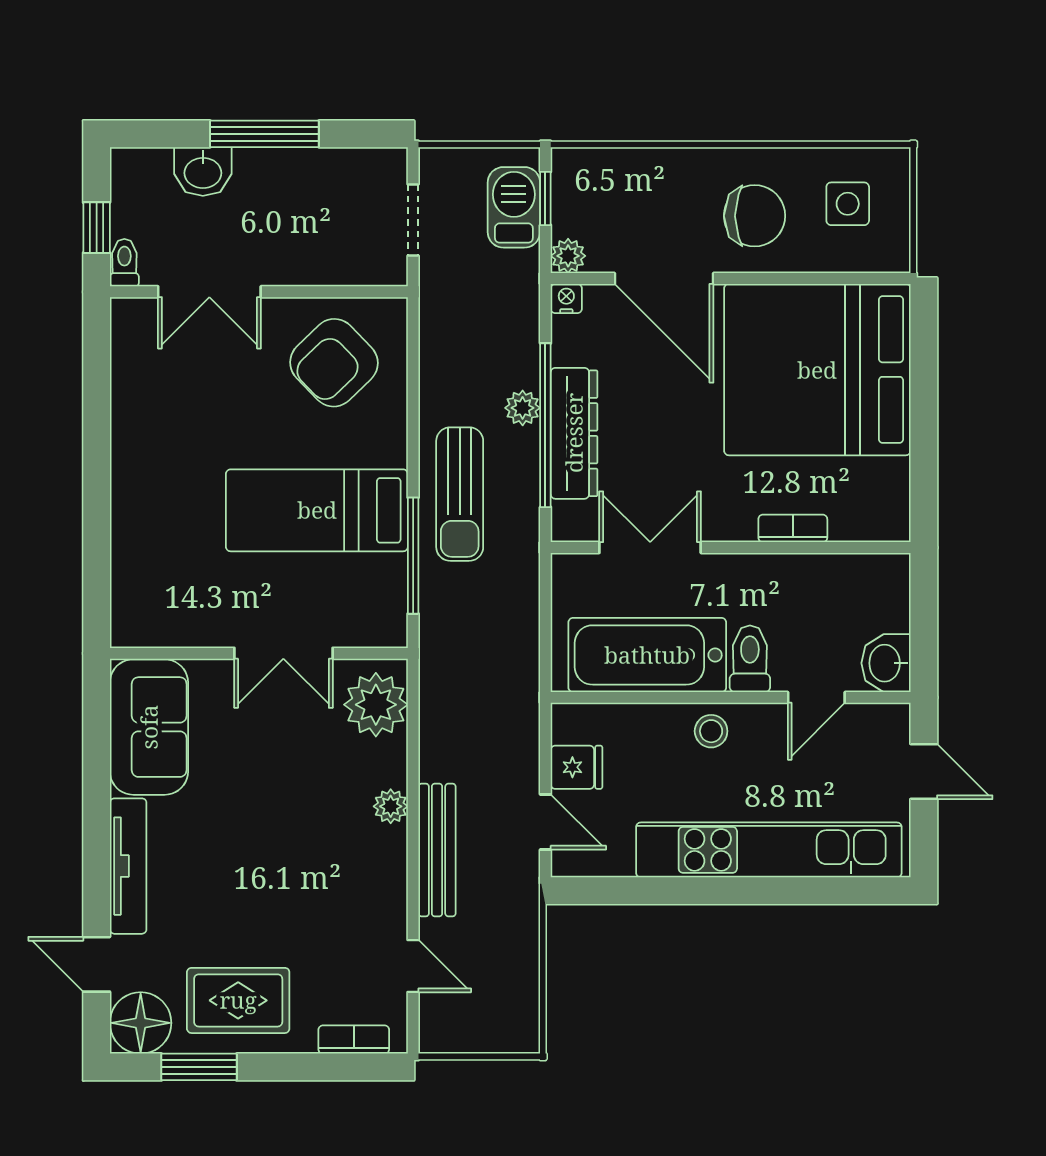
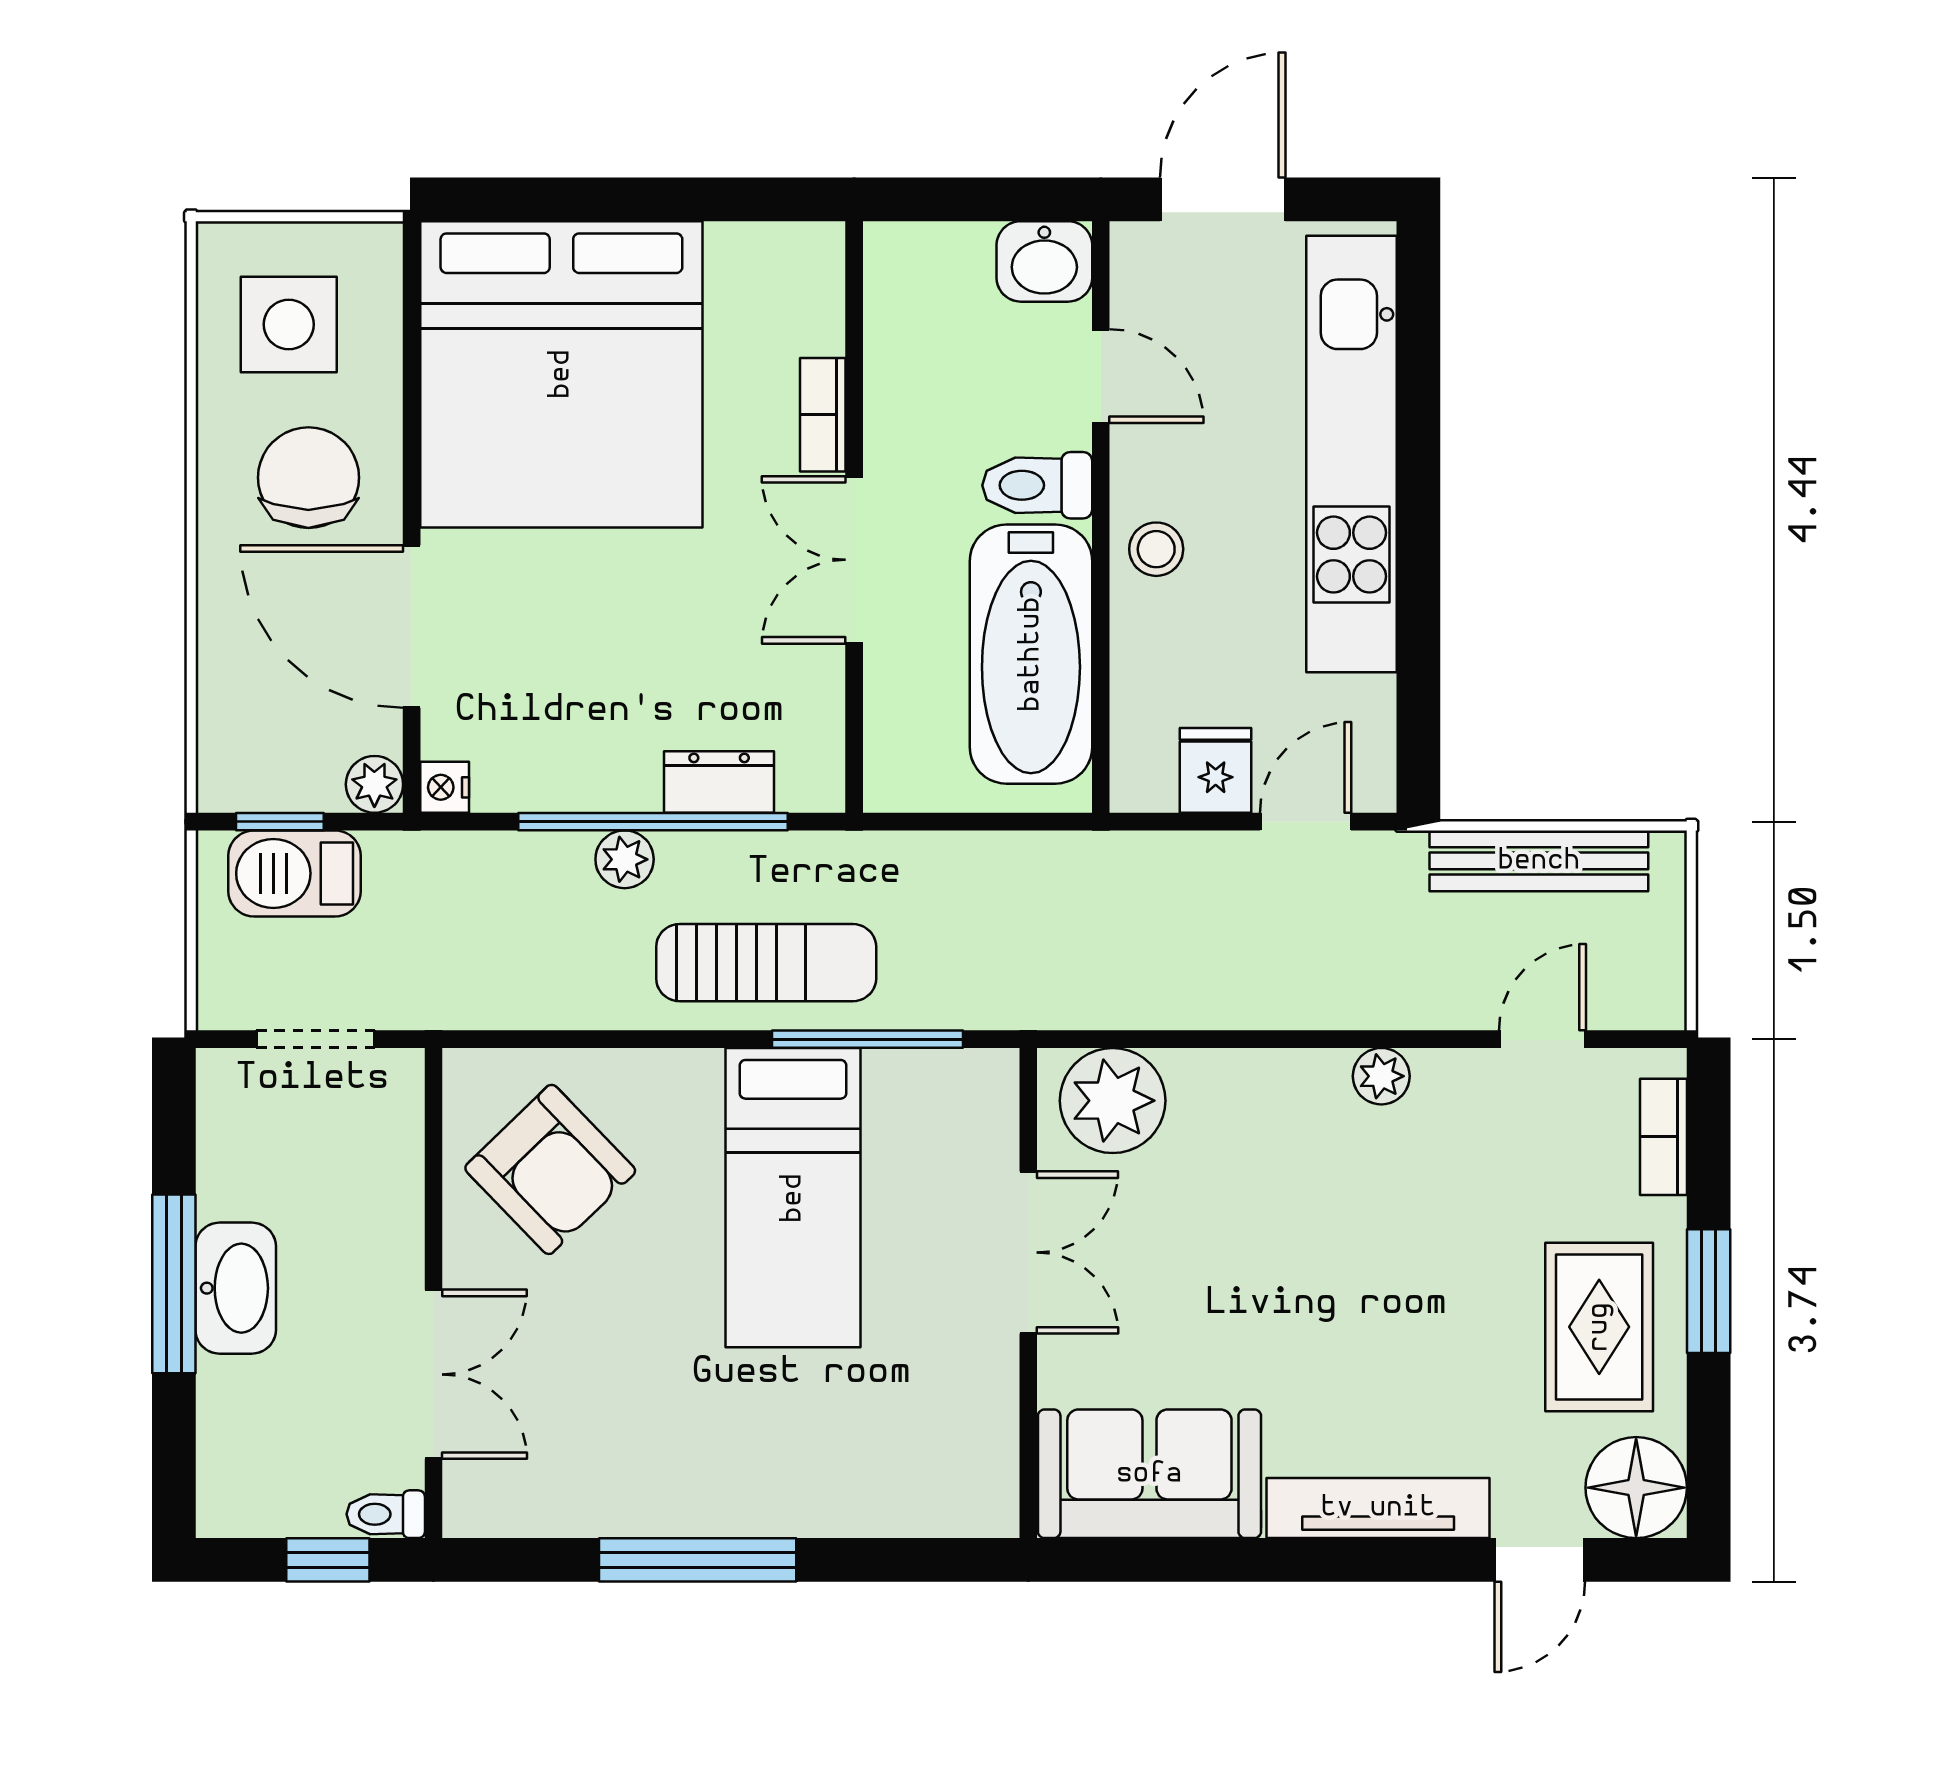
washbasin: (203, 172) -> (236, 1288), moved, width x1.38
side table: (848, 204) -> (289, 324), width x1.37, depth x1.37
door: (664, 279) -> (412, 627), swing flipped
dresser: (574, 433) -> (719, 782), width x0.51, depth x0.80
window: (97, 452) -> (698, 1560), added
double door: (650, 548) -> (854, 560), moved
door: (924, 772) -> (1223, 199), width x1.38
plant: (391, 806) -> (1381, 1076), moved
bench: (437, 850) -> (1539, 861), moved
window: (199, 1067) -> (1709, 1291), moved

